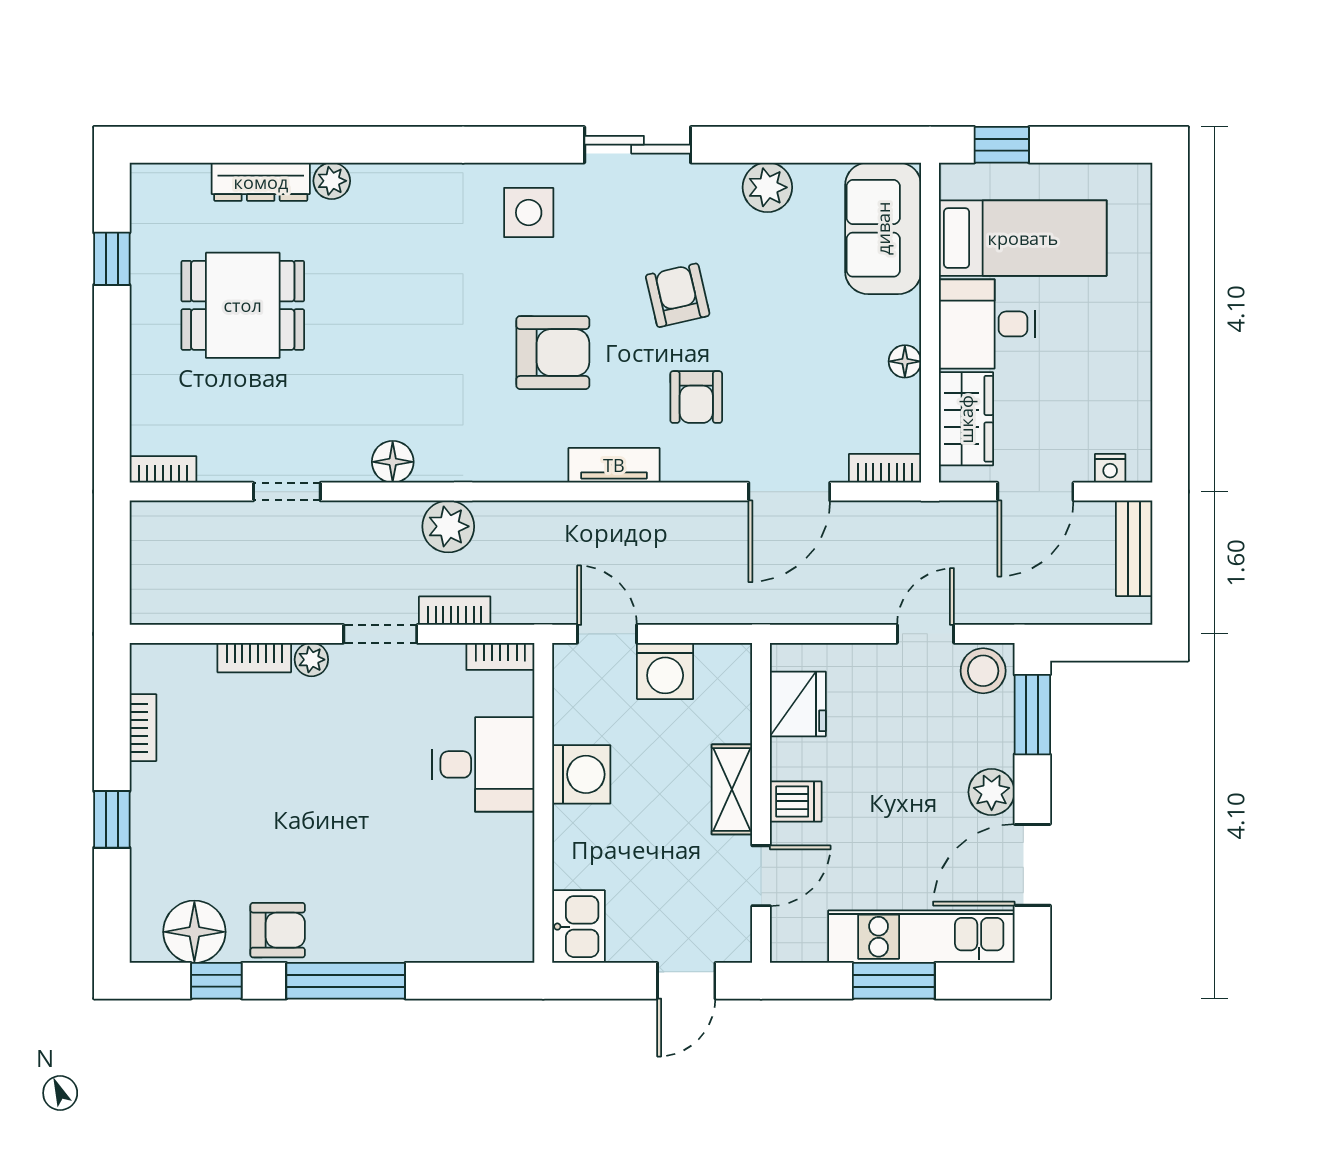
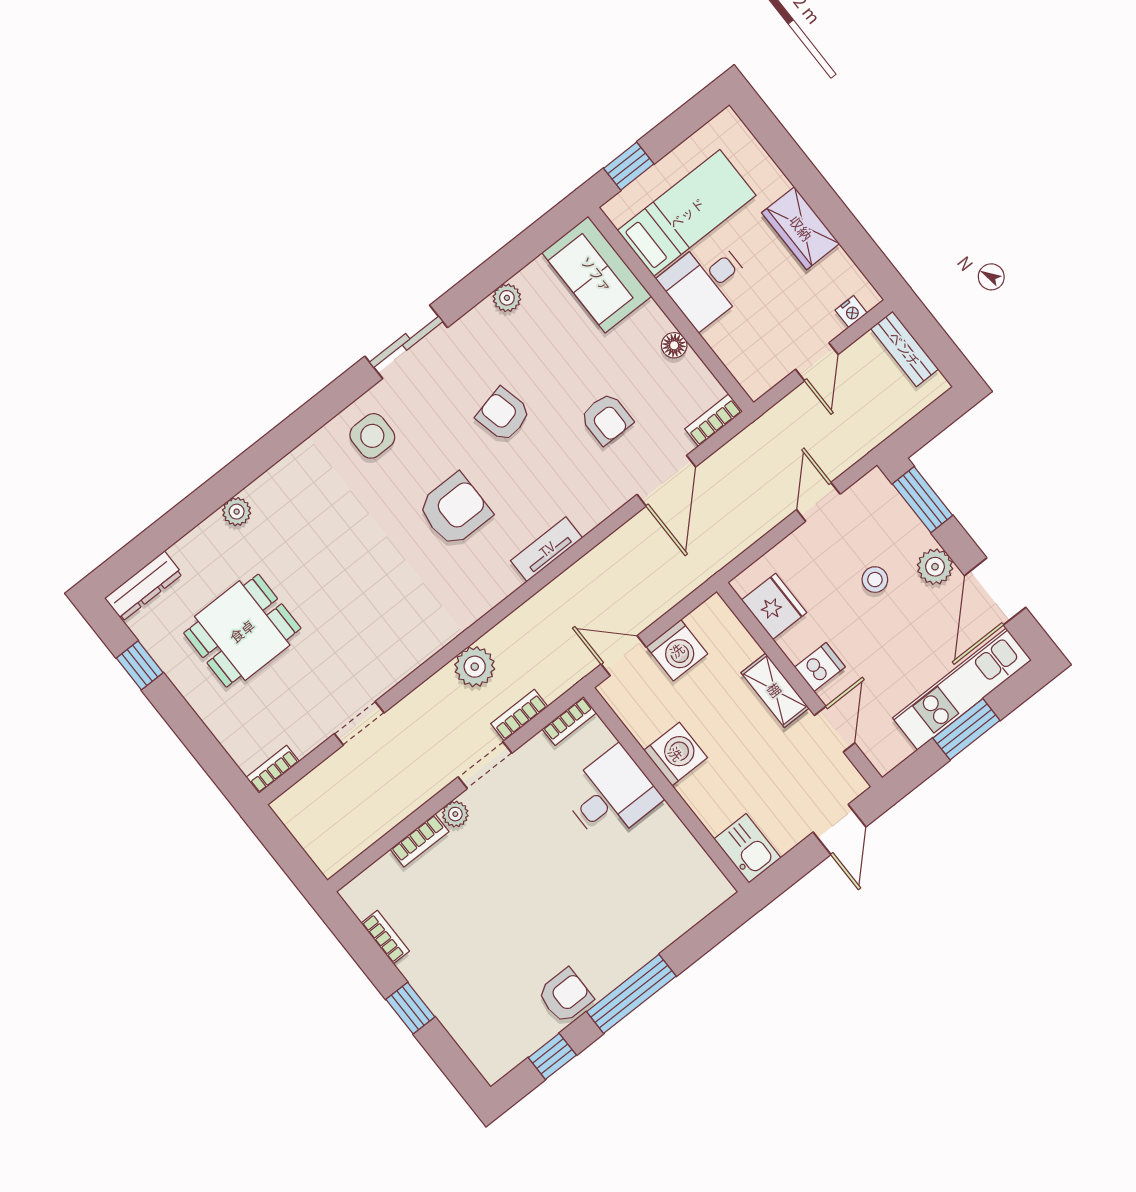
dresser: (261, 182) -> (144, 586), moved
plant: (767, 187) -> (507, 298), width x0.73, depth x0.73
armchair: (696, 397) -> (606, 419), moved
wardrobe: (966, 419) -> (801, 228), moved, turned 180
floor lamp: (393, 462) -> (410, 654), removed
door: (1035, 492) -> (817, 362), width x0.73
stool: (983, 671) -> (875, 580), moved, width x0.73, depth x0.73
floor lamp: (194, 932) -> (515, 1037), removed

